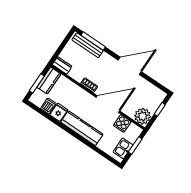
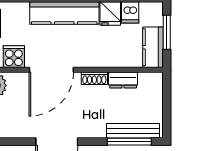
dresser: (62, 65) -> (123, 80), moved

